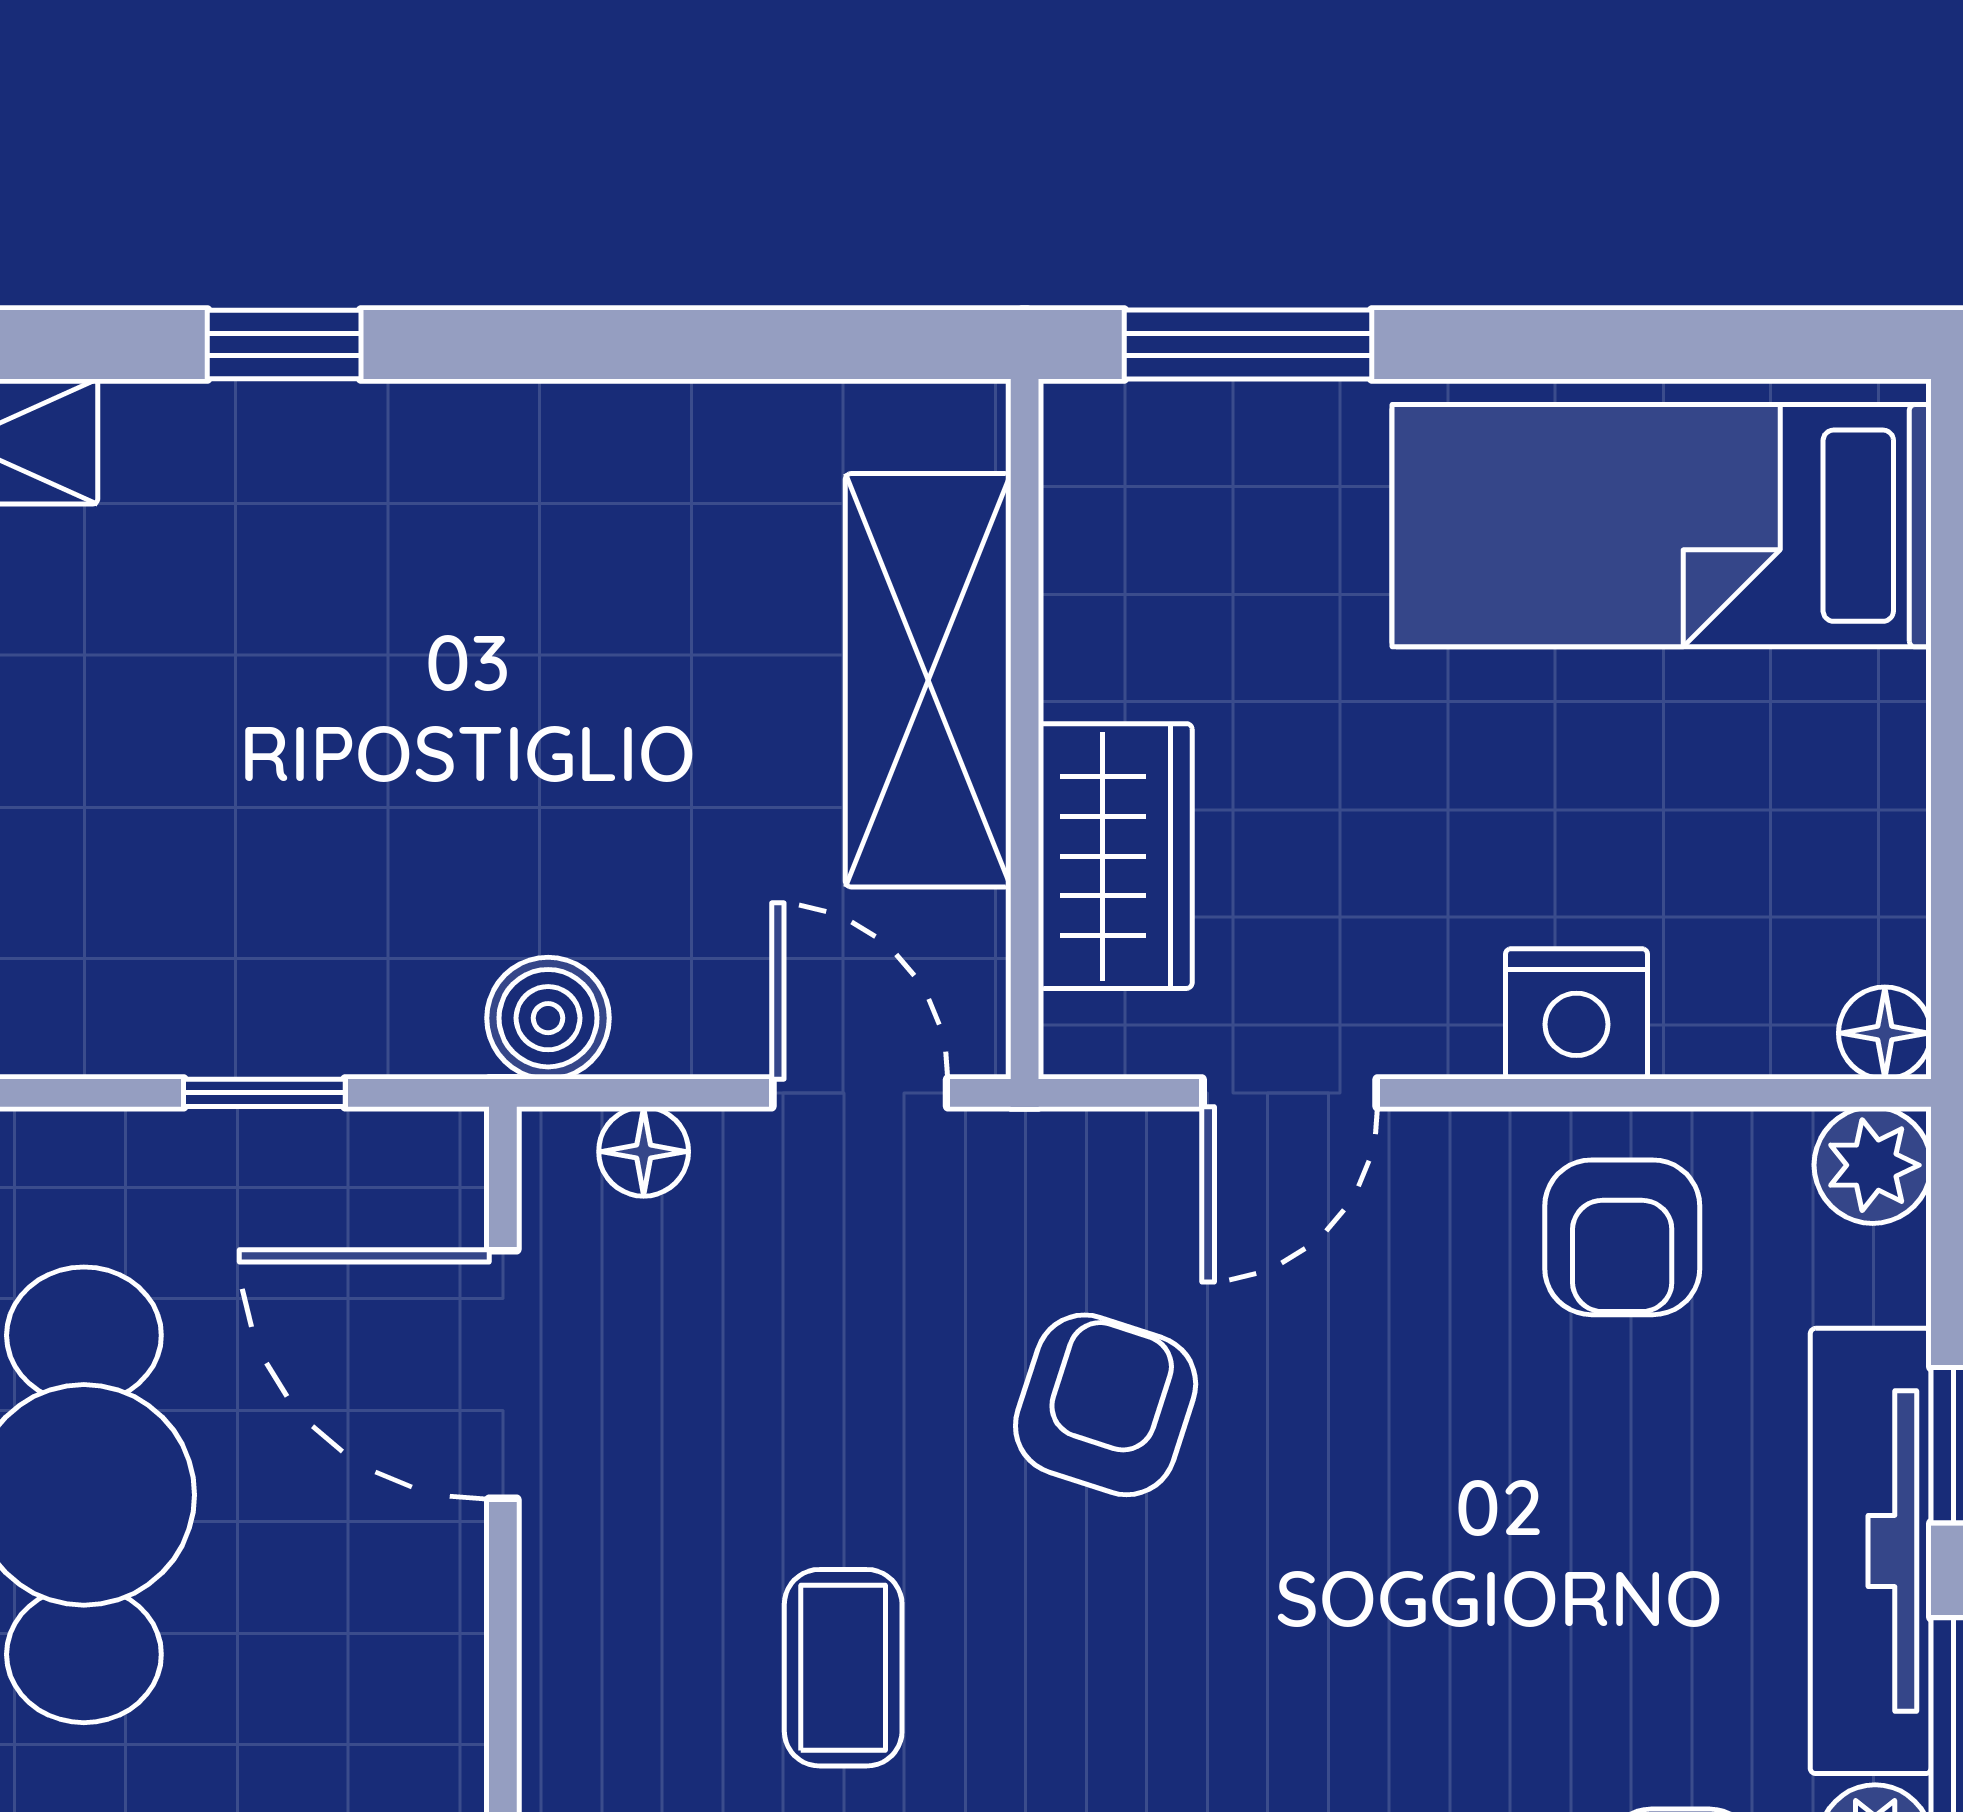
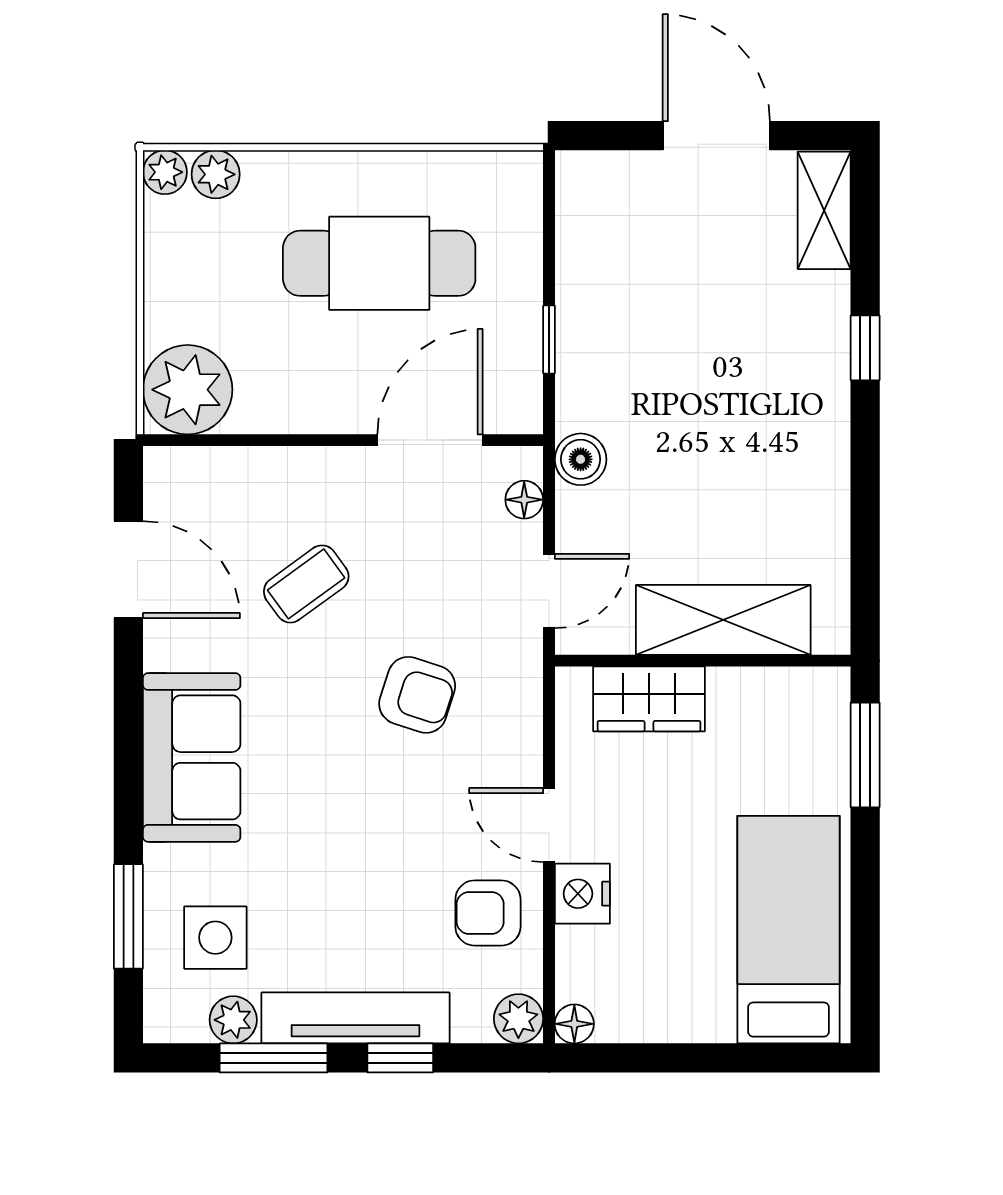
door: (1290, 1093) -> (549, 825), moved
coffee table: (843, 1668) -> (306, 584), turned -36

